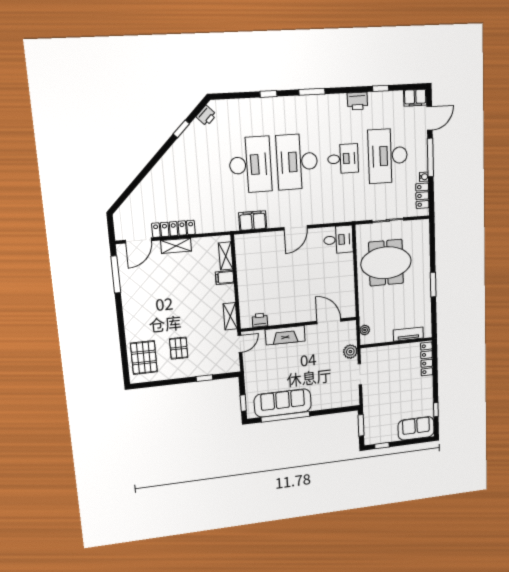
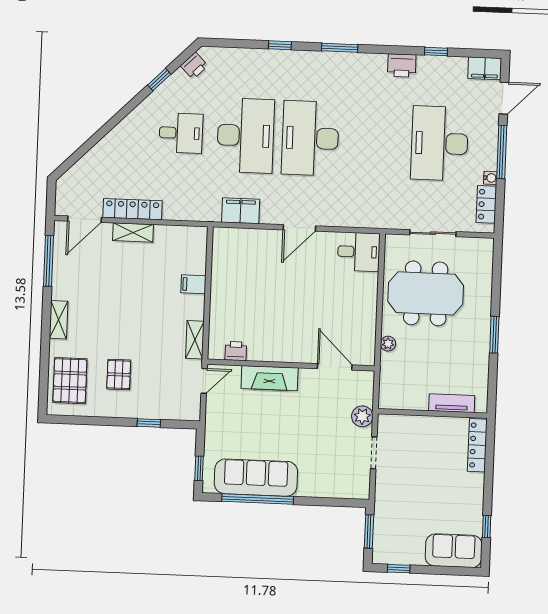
desk: (343, 159) -> (181, 133), moved
shelving: (226, 256) -> (59, 320), moved
plant: (365, 330) -> (388, 344), moved

